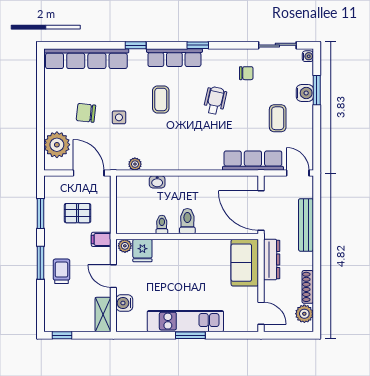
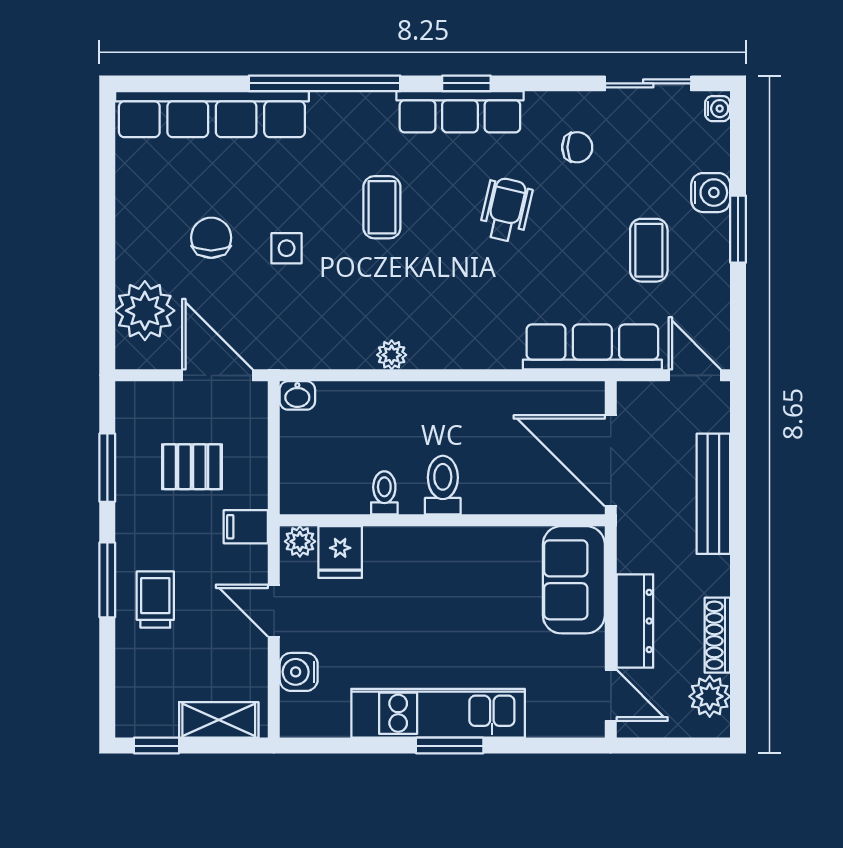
window: (136, 45) -> (325, 83), width x3.17
row of seats: (174, 58) -> (460, 112), moved
window: (317, 90) -> (738, 229), moved
chair: (86, 113) -> (211, 238), turned 84
plant: (135, 164) -> (392, 355), moved
washbasin: (157, 182) -> (297, 395), moved
dresser: (272, 260) -> (635, 621), moved
shelving: (103, 314) -> (219, 720), moved, turned 90

